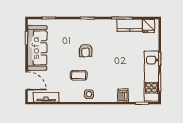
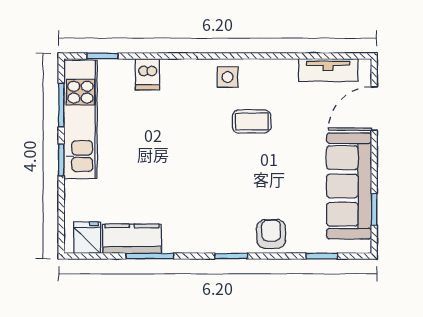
armchair: (86, 51) -> (271, 234), moved
door: (27, 81) -> (374, 109), hinge flipped

